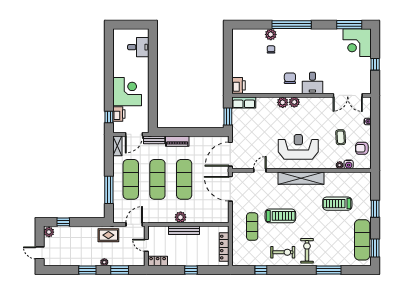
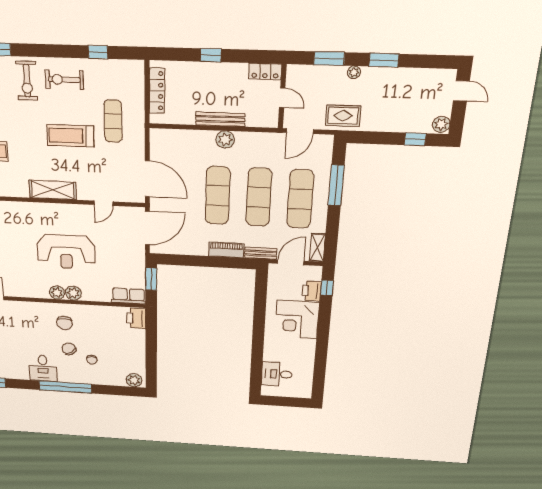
plant: (271, 34) -> (134, 380), moved
chair: (288, 57) -> (69, 349), added
desk: (312, 83) -> (43, 368), moved, turned 180
reception desk: (298, 147) -> (66, 252), moved
shelving: (301, 178) -> (53, 190), width x0.68

